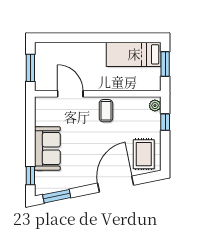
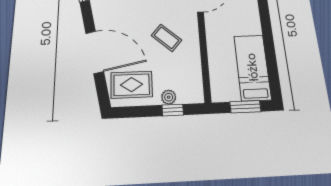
plant: (155, 106) -> (169, 97), moved
coffee table: (106, 111) -> (166, 38), moved, turned 41

